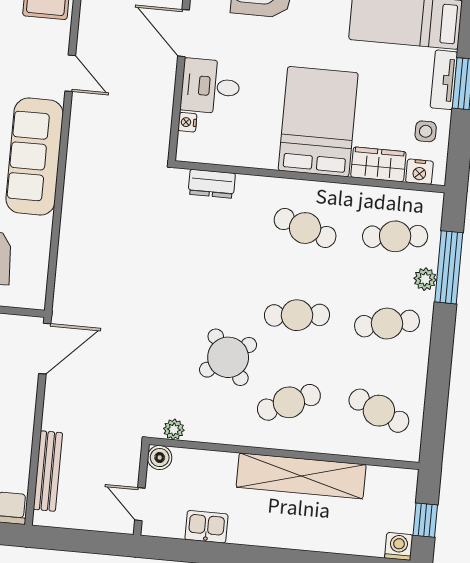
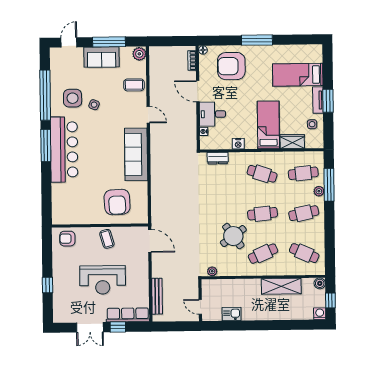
bed: (318, 122) -> (268, 125), width x0.67
nightstand: (419, 172) -> (238, 144), moved
door: (45, 349) -> (150, 241), hinge flipped
boiler: (160, 458) -> (320, 283), moved
shelving: (301, 476) -> (281, 286), width x0.68

